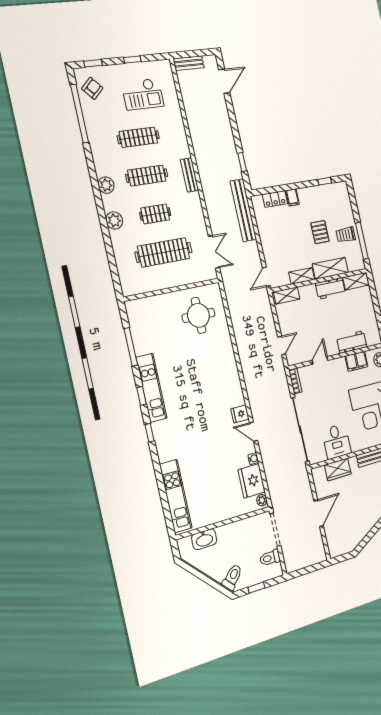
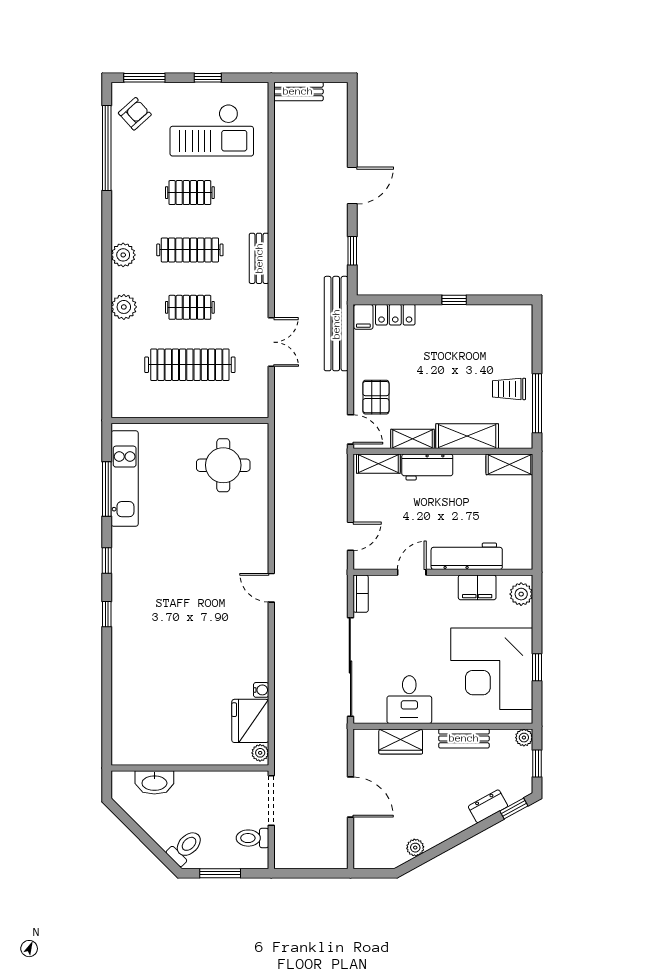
window: (93, 63) -> (144, 78), width x1.50
door: (224, 81) -> (352, 186), moved
checkout: (143, 94) -> (212, 130), width x1.36, depth x1.21
clothes rail: (138, 137) -> (190, 193), width x0.73
window: (325, 181) -> (454, 300), moved
filing cabinet: (293, 197) -> (363, 317), moved
pallet: (320, 232) -> (376, 397), moved
double door: (214, 252) -> (271, 342), moved
door: (266, 277) -> (350, 429), swing flipped
workbench: (330, 288) -> (427, 467), moved
workbench: (352, 342) -> (467, 556), width x1.38
kitchen unit: (151, 388) -> (125, 479), moved
fridge: (240, 414) -> (255, 621), removed
door: (254, 432) -> (271, 588), moved
kitchen unit: (176, 496) -> (125, 711), removed
door: (319, 513) -> (350, 797), hinge flipped
plant: (360, 534) -> (415, 848), added
window: (256, 588) -> (220, 873), width x1.50

